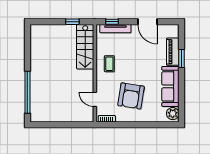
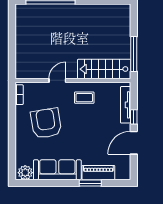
window: (72, 22) -> (134, 54), width x2.17
window: (112, 22) -> (134, 117), moved
armchair: (131, 96) -> (46, 123), turned 72
door: (95, 99) -> (57, 80), moved

